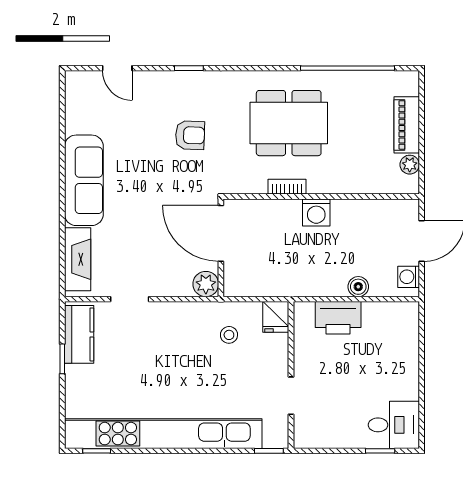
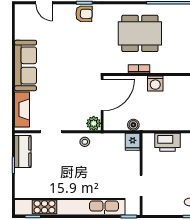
armchair: (190, 135) -> (84, 14), moved
door: (221, 233) -> (102, 95), swing flipped
boiler: (358, 287) -> (133, 125), moved
stool: (229, 335) -> (85, 142), moved

